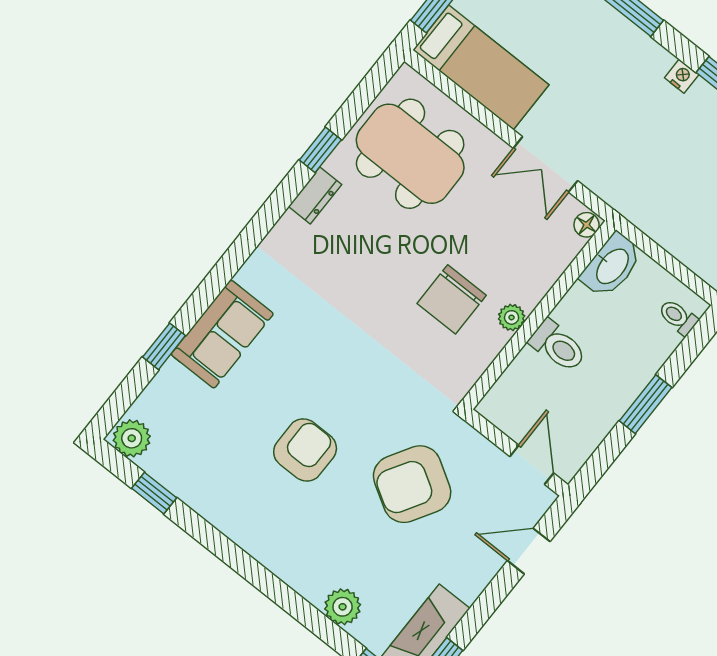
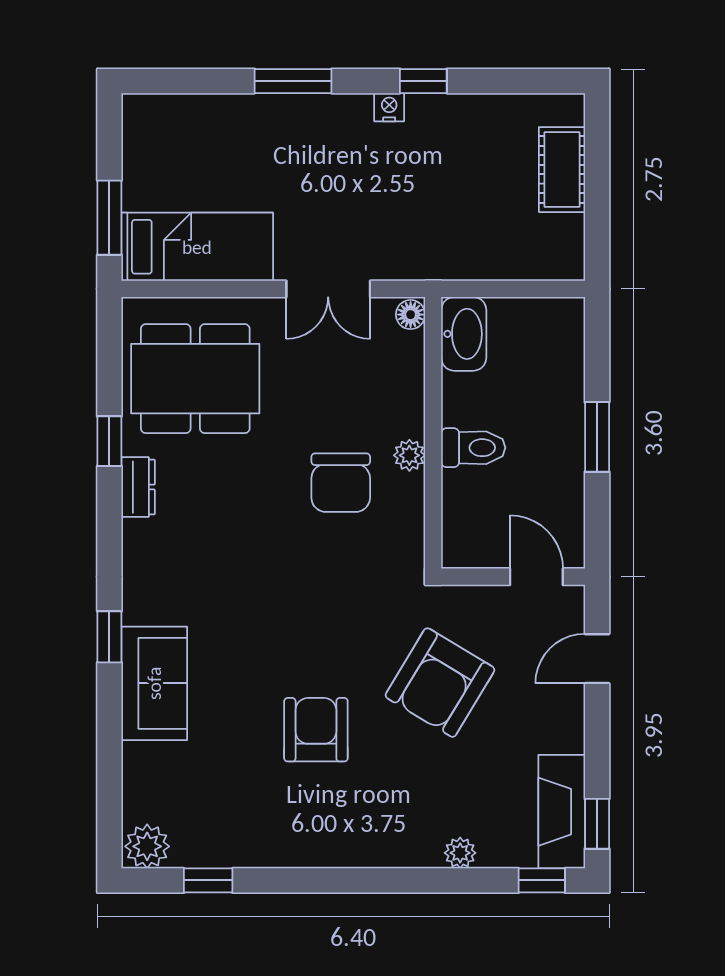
toilet: (678, 317) -> (563, 333), removed
window: (164, 346) -> (109, 637), moved
plant: (343, 607) -> (460, 853), width x0.73, depth x0.73

